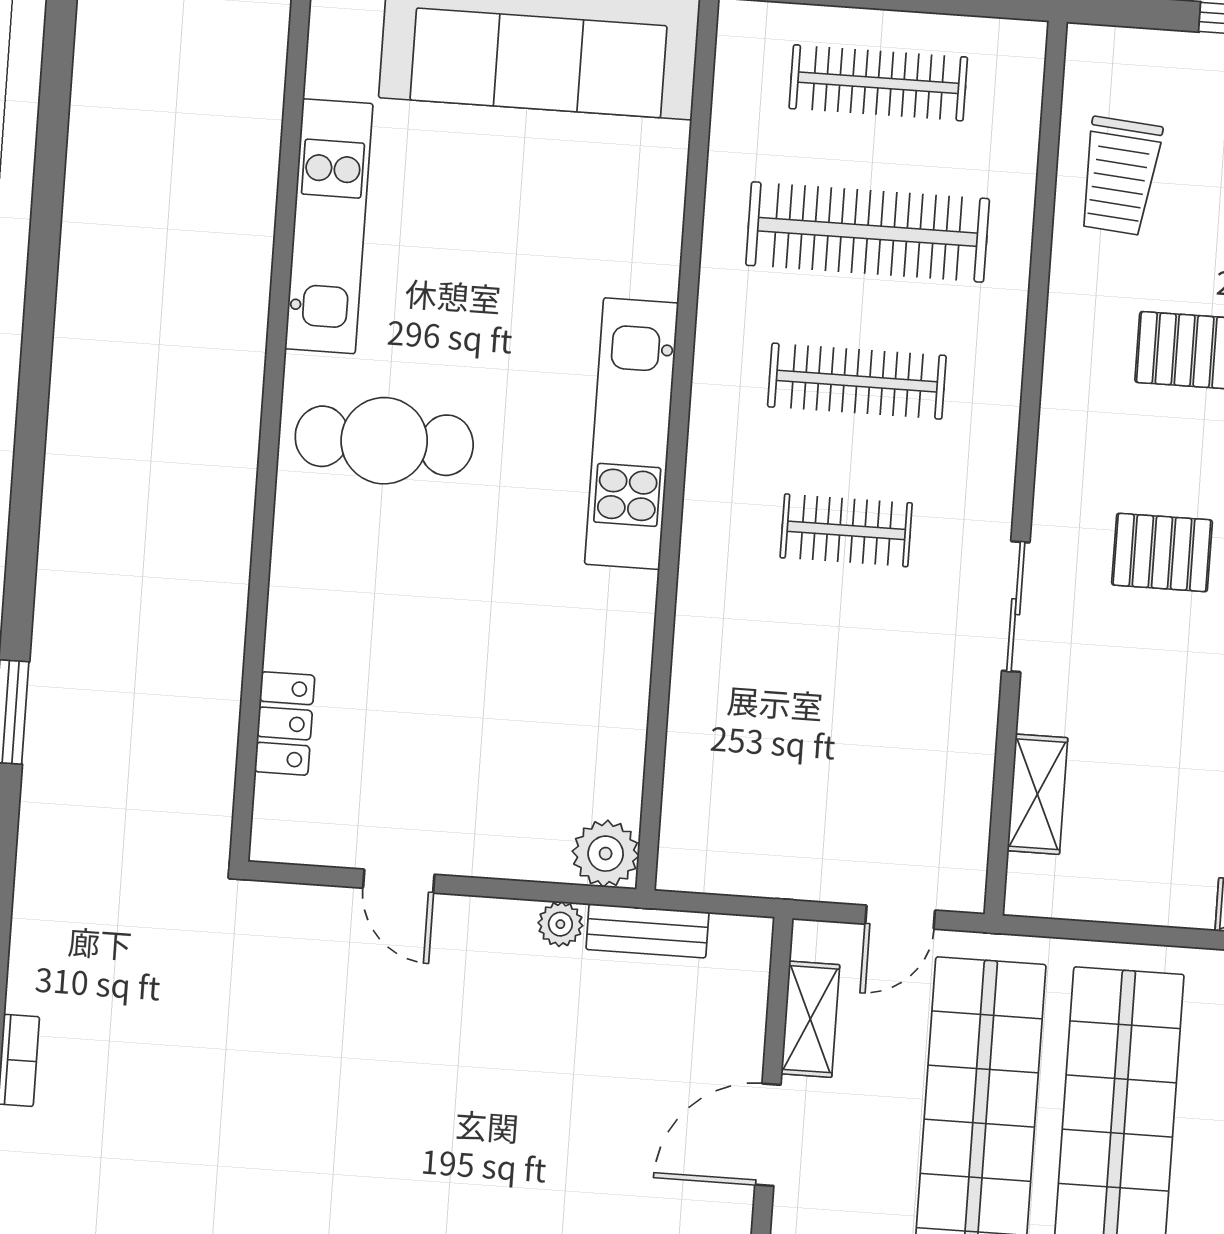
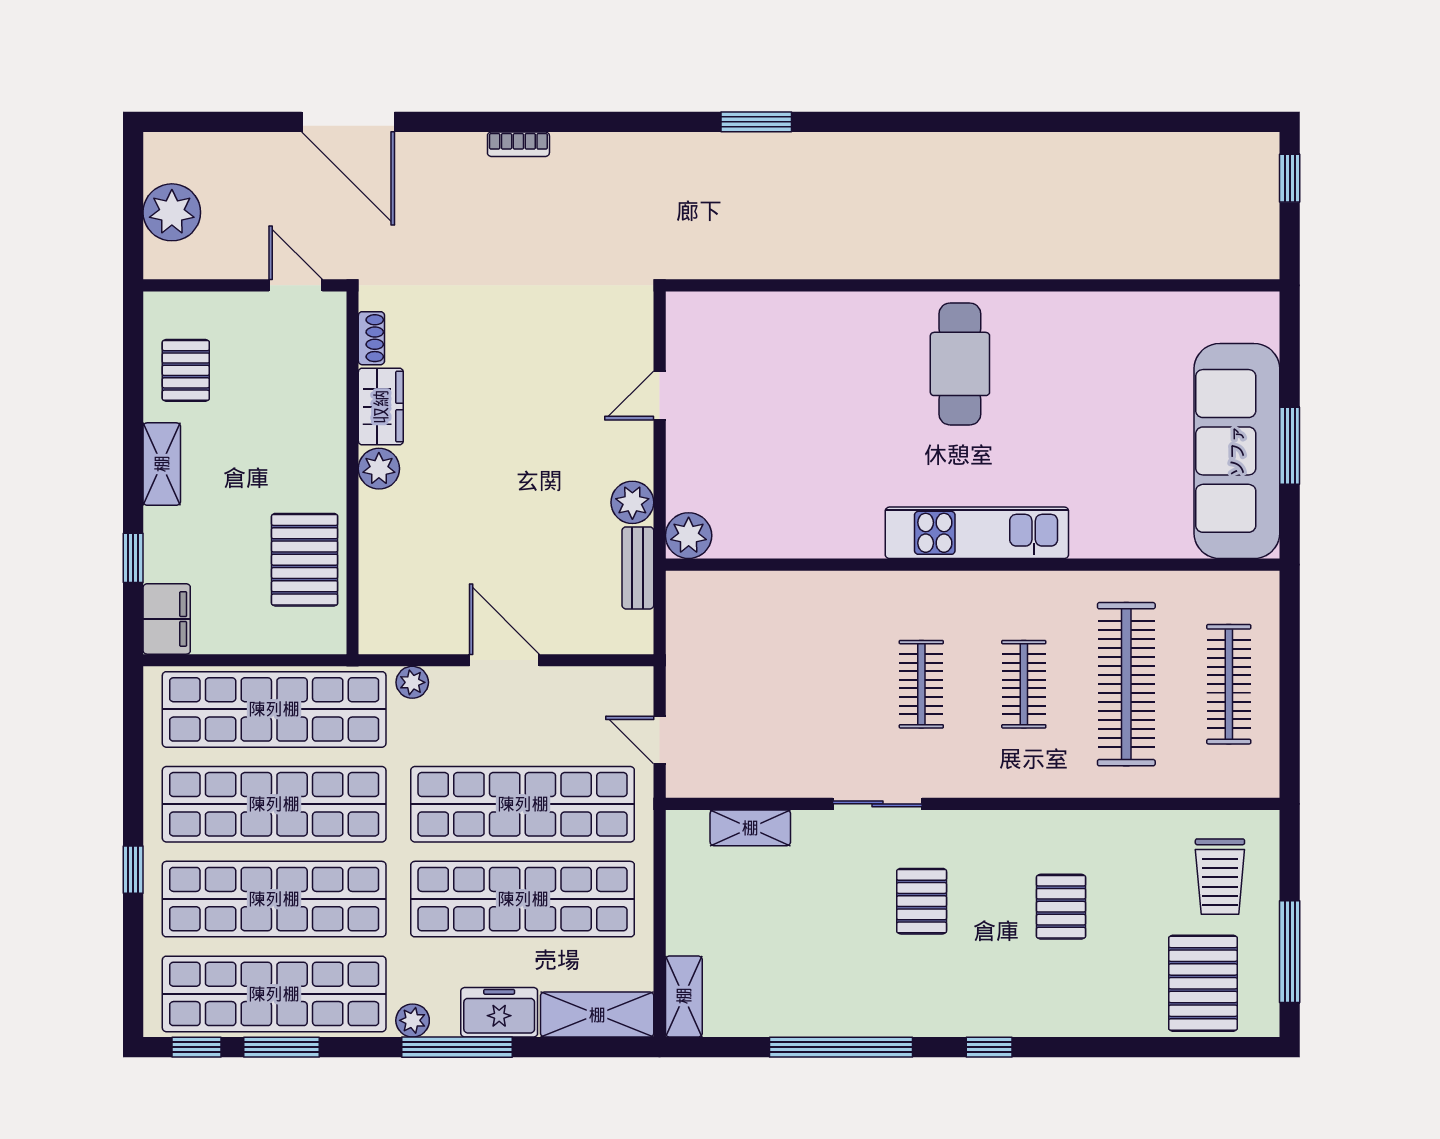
trolley: (1119, 176) -> (1220, 877), moved, turned -95
kitchen unit: (329, 226) -> (1104, 316), removed
clothes rail: (857, 381) -> (1024, 684), width x0.73
locker: (285, 723) -> (762, 310), removed
plant: (560, 924) -> (632, 502), width x1.38, depth x1.38
shelving: (810, 1019) -> (585, 684), removed

